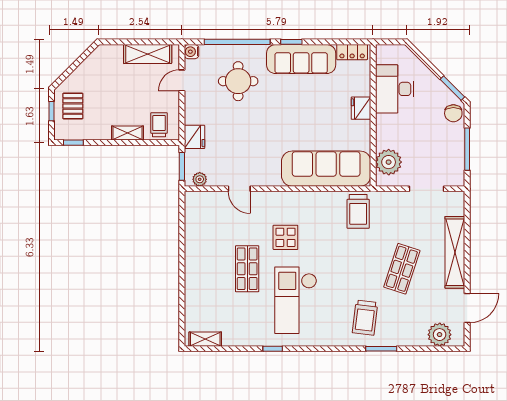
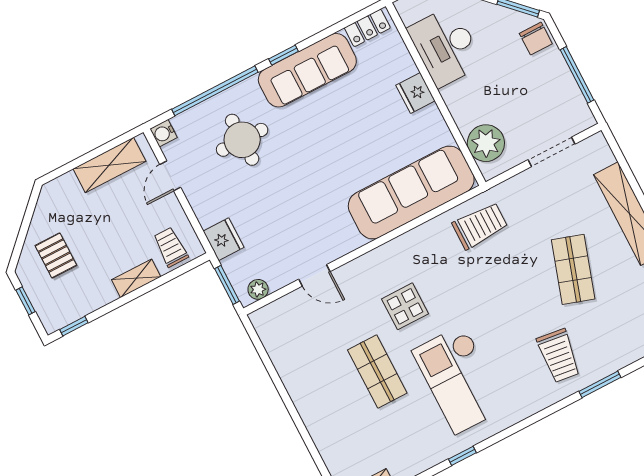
pallet: (73, 106) -> (56, 255), moved
trolley: (358, 211) -> (480, 226), turned -90

